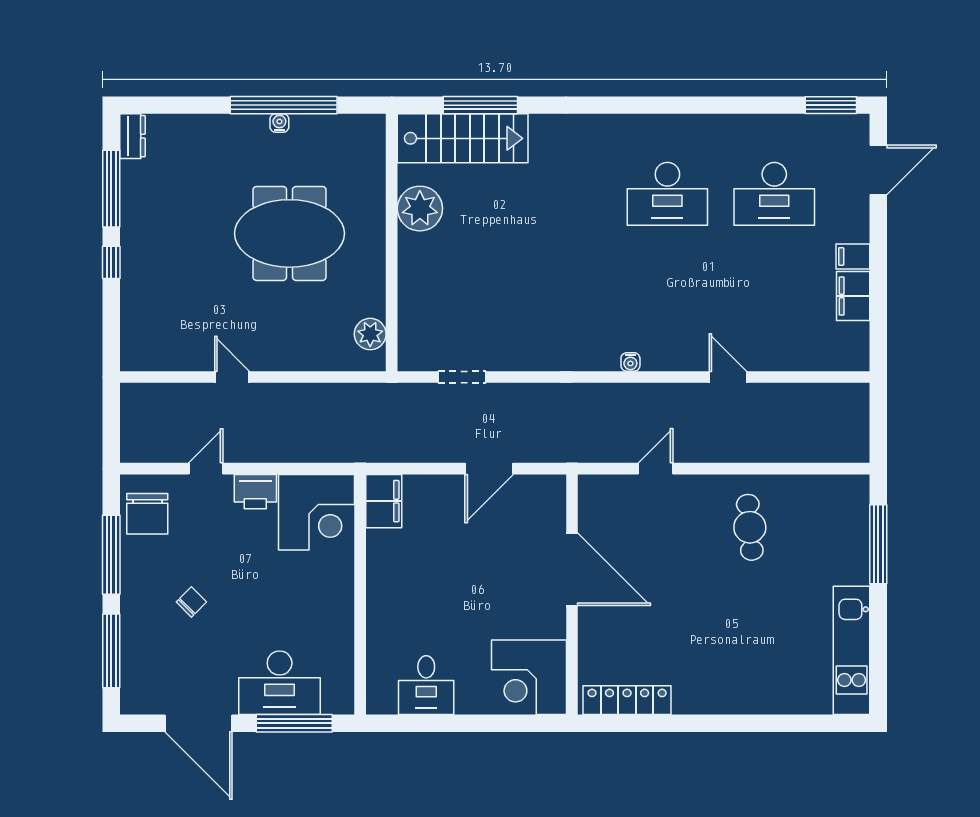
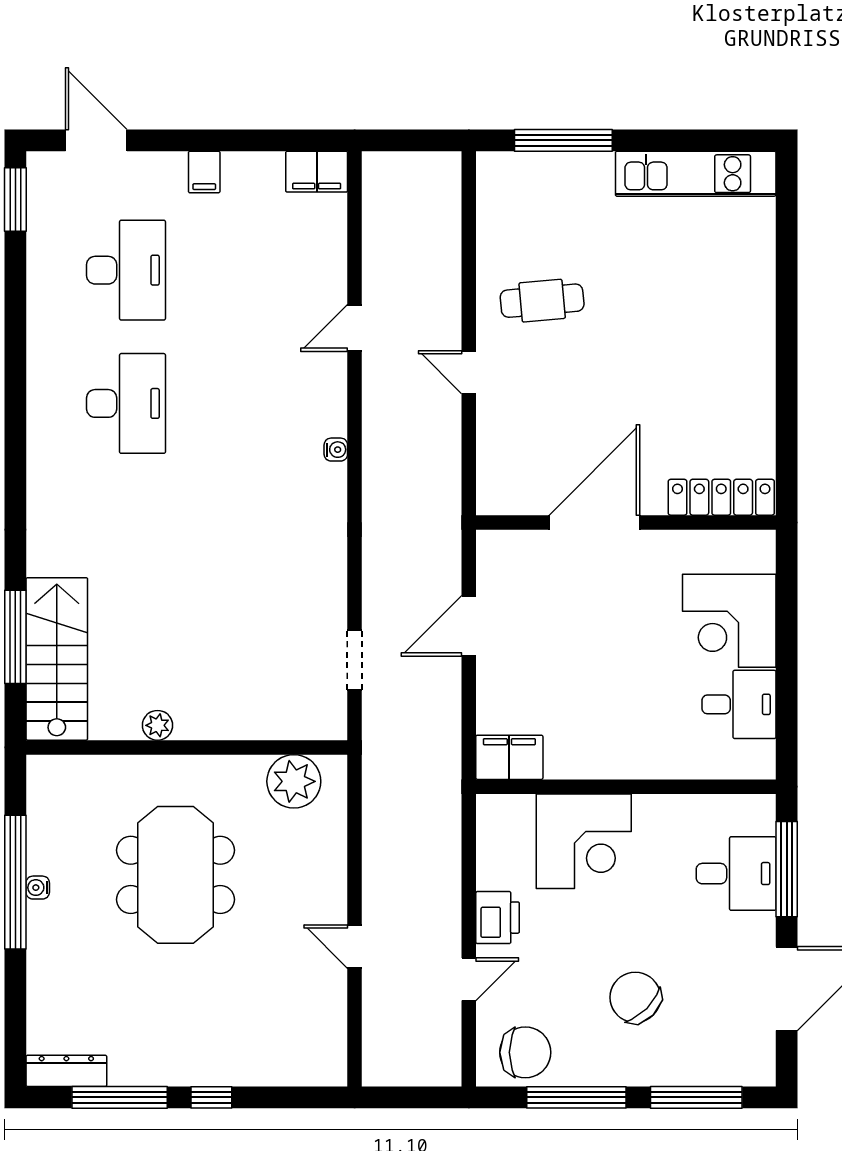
dresser: (132, 136) -> (66, 1071), width x1.44
plant: (420, 209) -> (157, 725), width x0.53, depth x0.53
filing cabinet: (853, 296) -> (317, 172), moved
plant: (370, 334) -> (294, 781), width x1.36, depth x1.36
door: (232, 377) -> (355, 947), hinge flipped
door: (206, 469) -> (469, 979), swing flipped
door: (489, 469) -> (469, 626), swing flipped
door: (656, 469) -> (469, 372), moved
corner desk: (317, 512) -> (584, 841), moved, turned 90
chair: (191, 602) -> (635, 997), width x1.87, depth x1.87
corner desk: (529, 677) -> (729, 621), moved, turned 90
desk: (280, 683) -> (736, 874), width x0.73
locker: (627, 700) -> (721, 497), moved, turned 90

